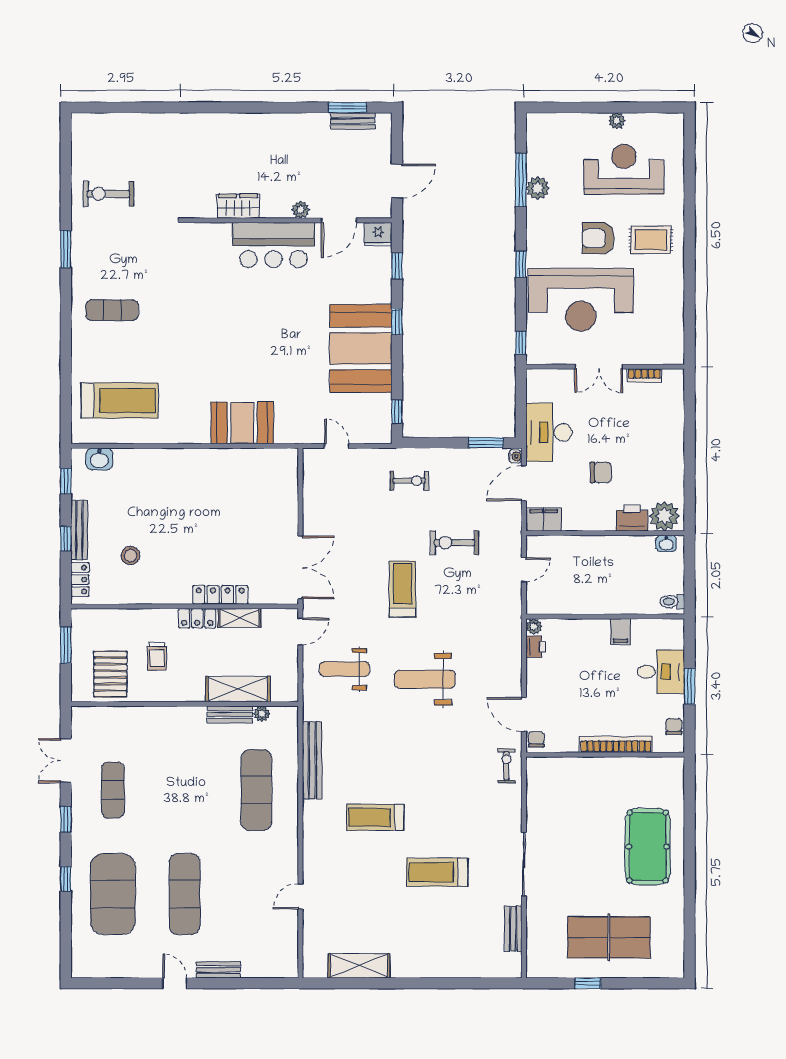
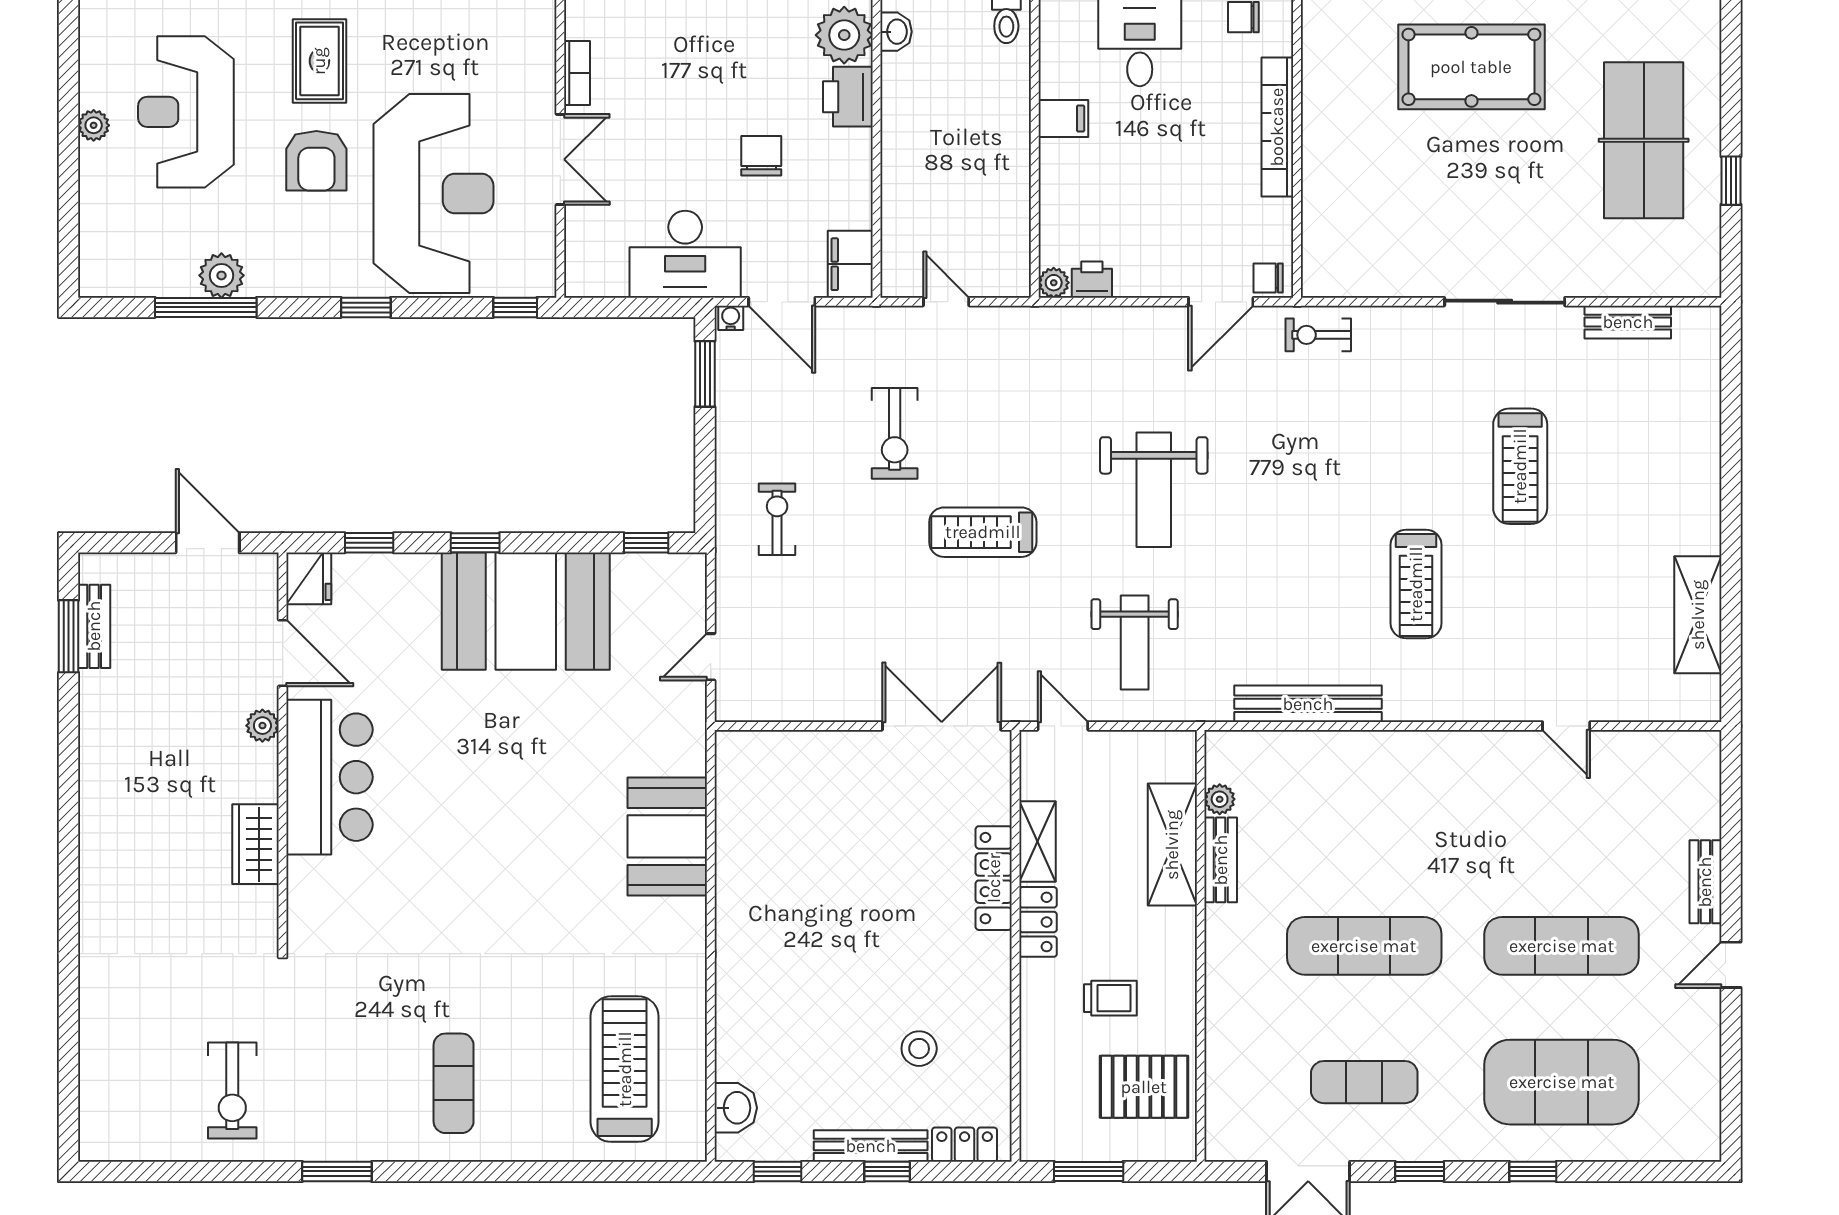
exercise mat: (256, 790) -> (1364, 946), moved

